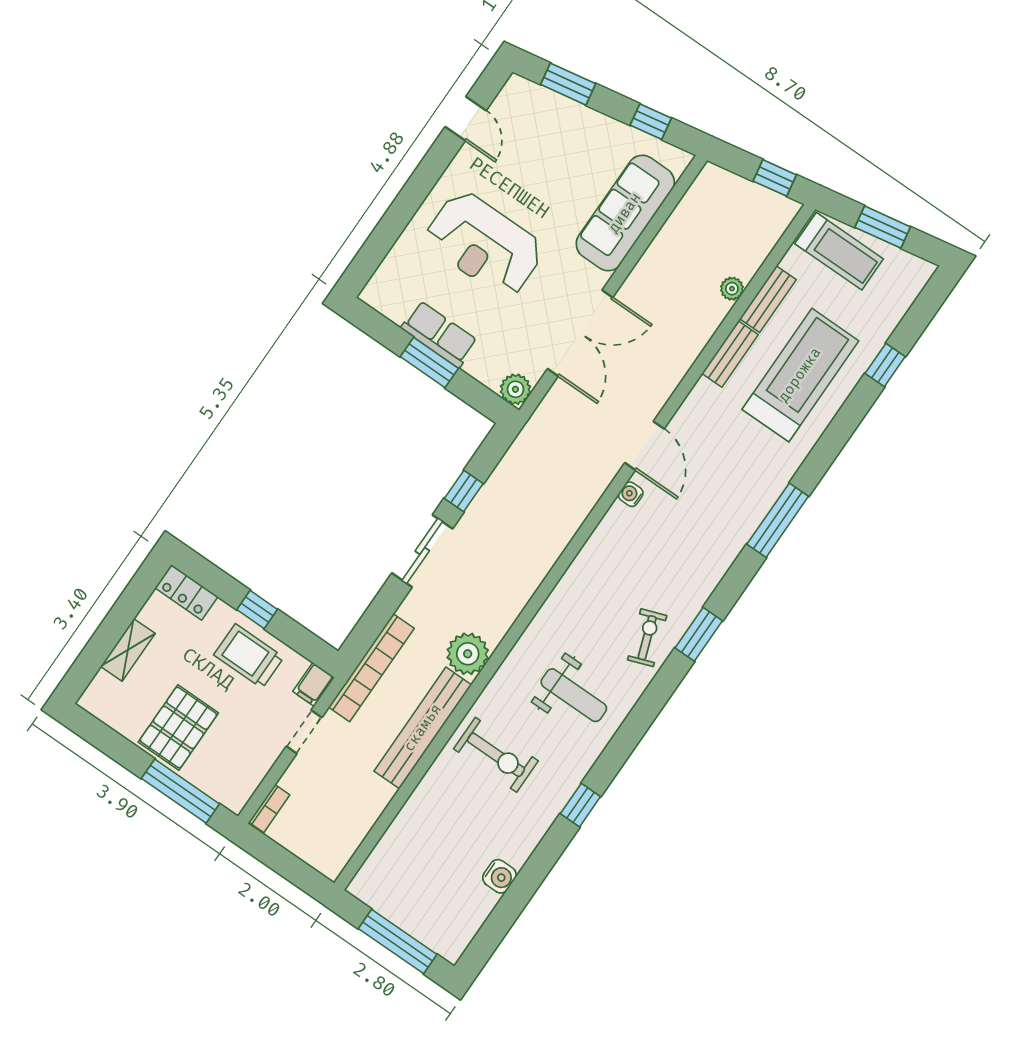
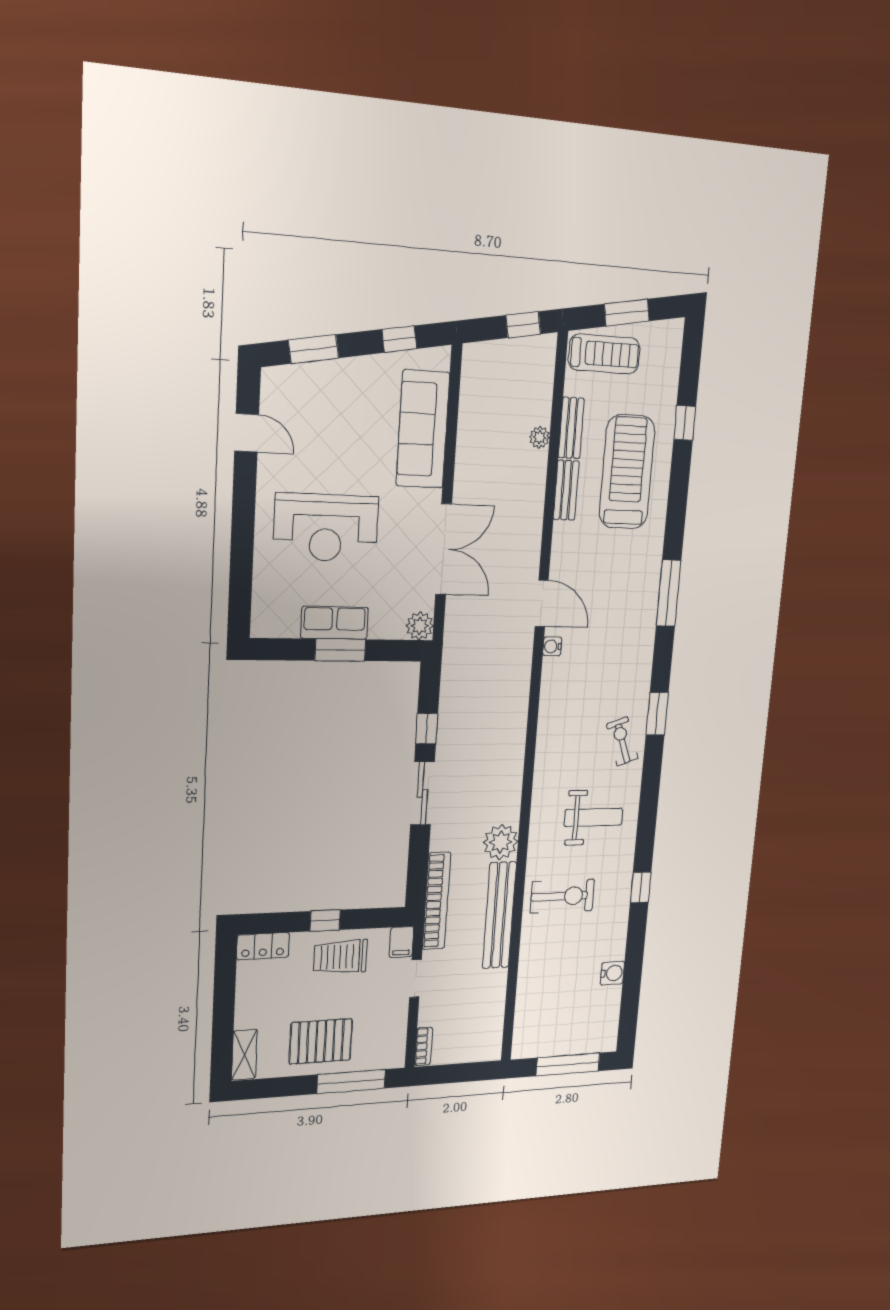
shelving: (128, 650) -> (244, 1055), moved
pallet: (178, 727) -> (321, 1041), turned 90

